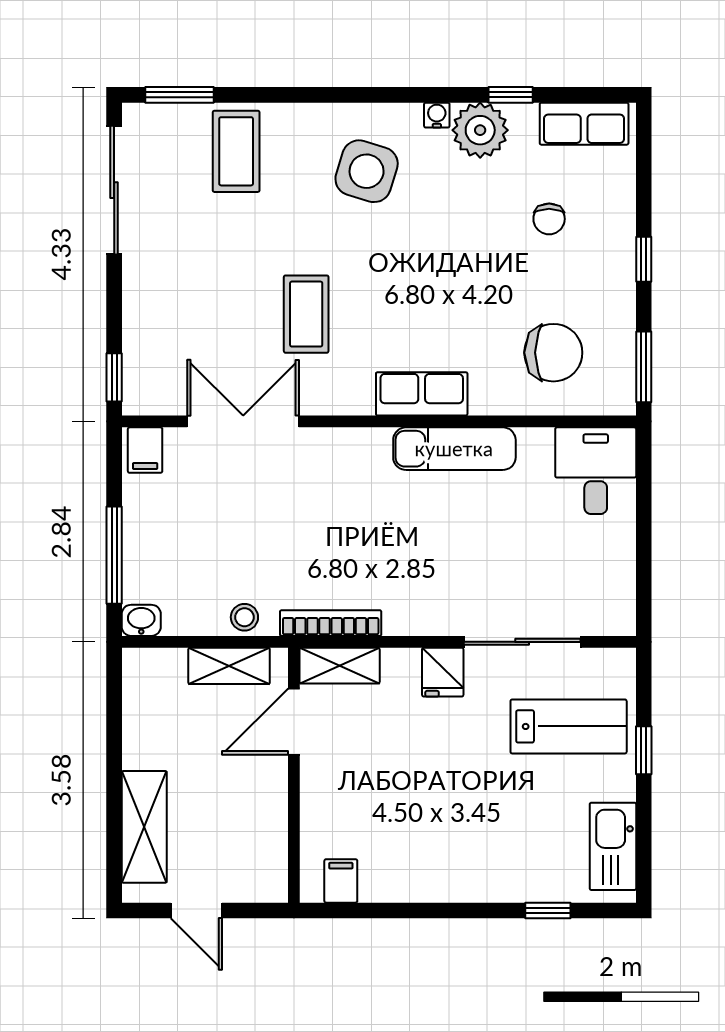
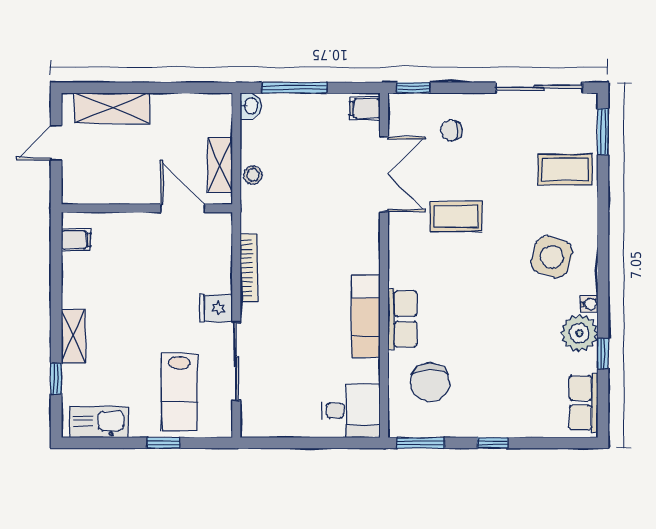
chair: (549, 219) -> (451, 130), moved
row of seats: (422, 394) -> (402, 319), moved
bookcase: (331, 623) -> (249, 268), moved
shelving: (340, 666) -> (73, 336), moved

